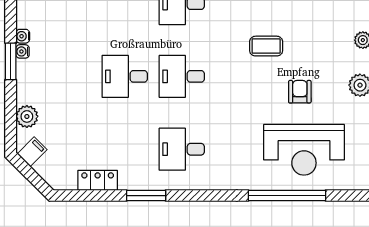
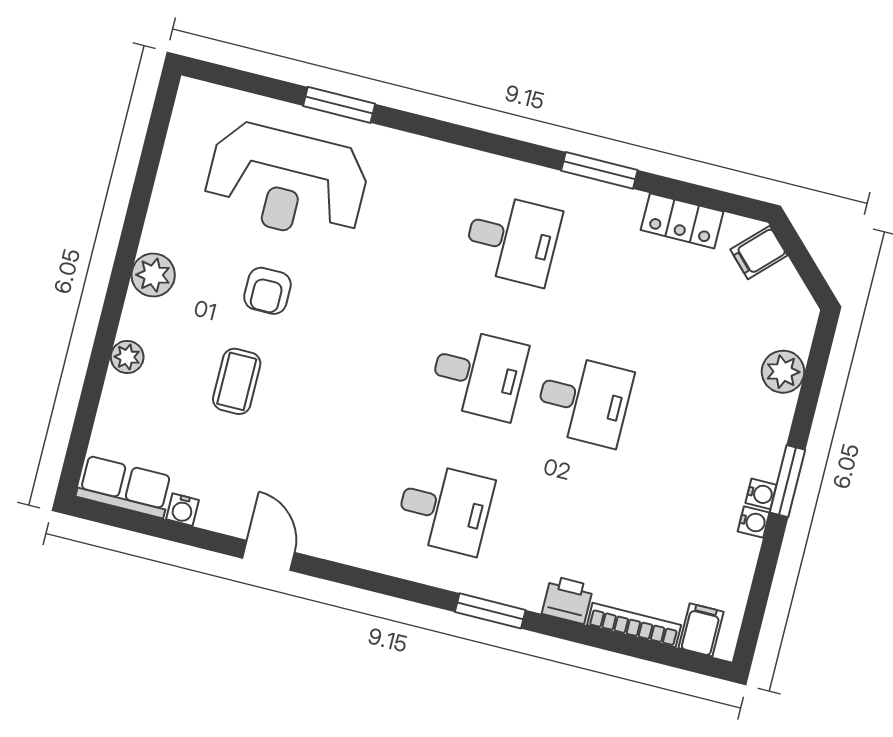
coffee table: (266, 46) -> (237, 381), moved, turned 90
reception desk: (304, 150) -> (287, 182), turned 180
filing cabinet: (32, 152) -> (759, 252), moved
window: (287, 196) -> (339, 105), width x0.47

